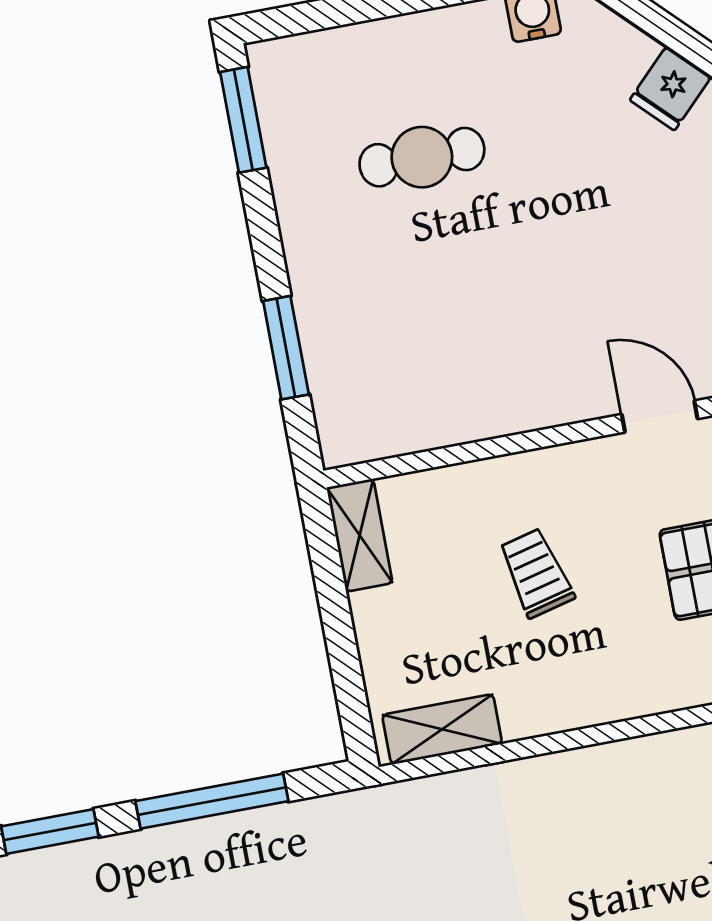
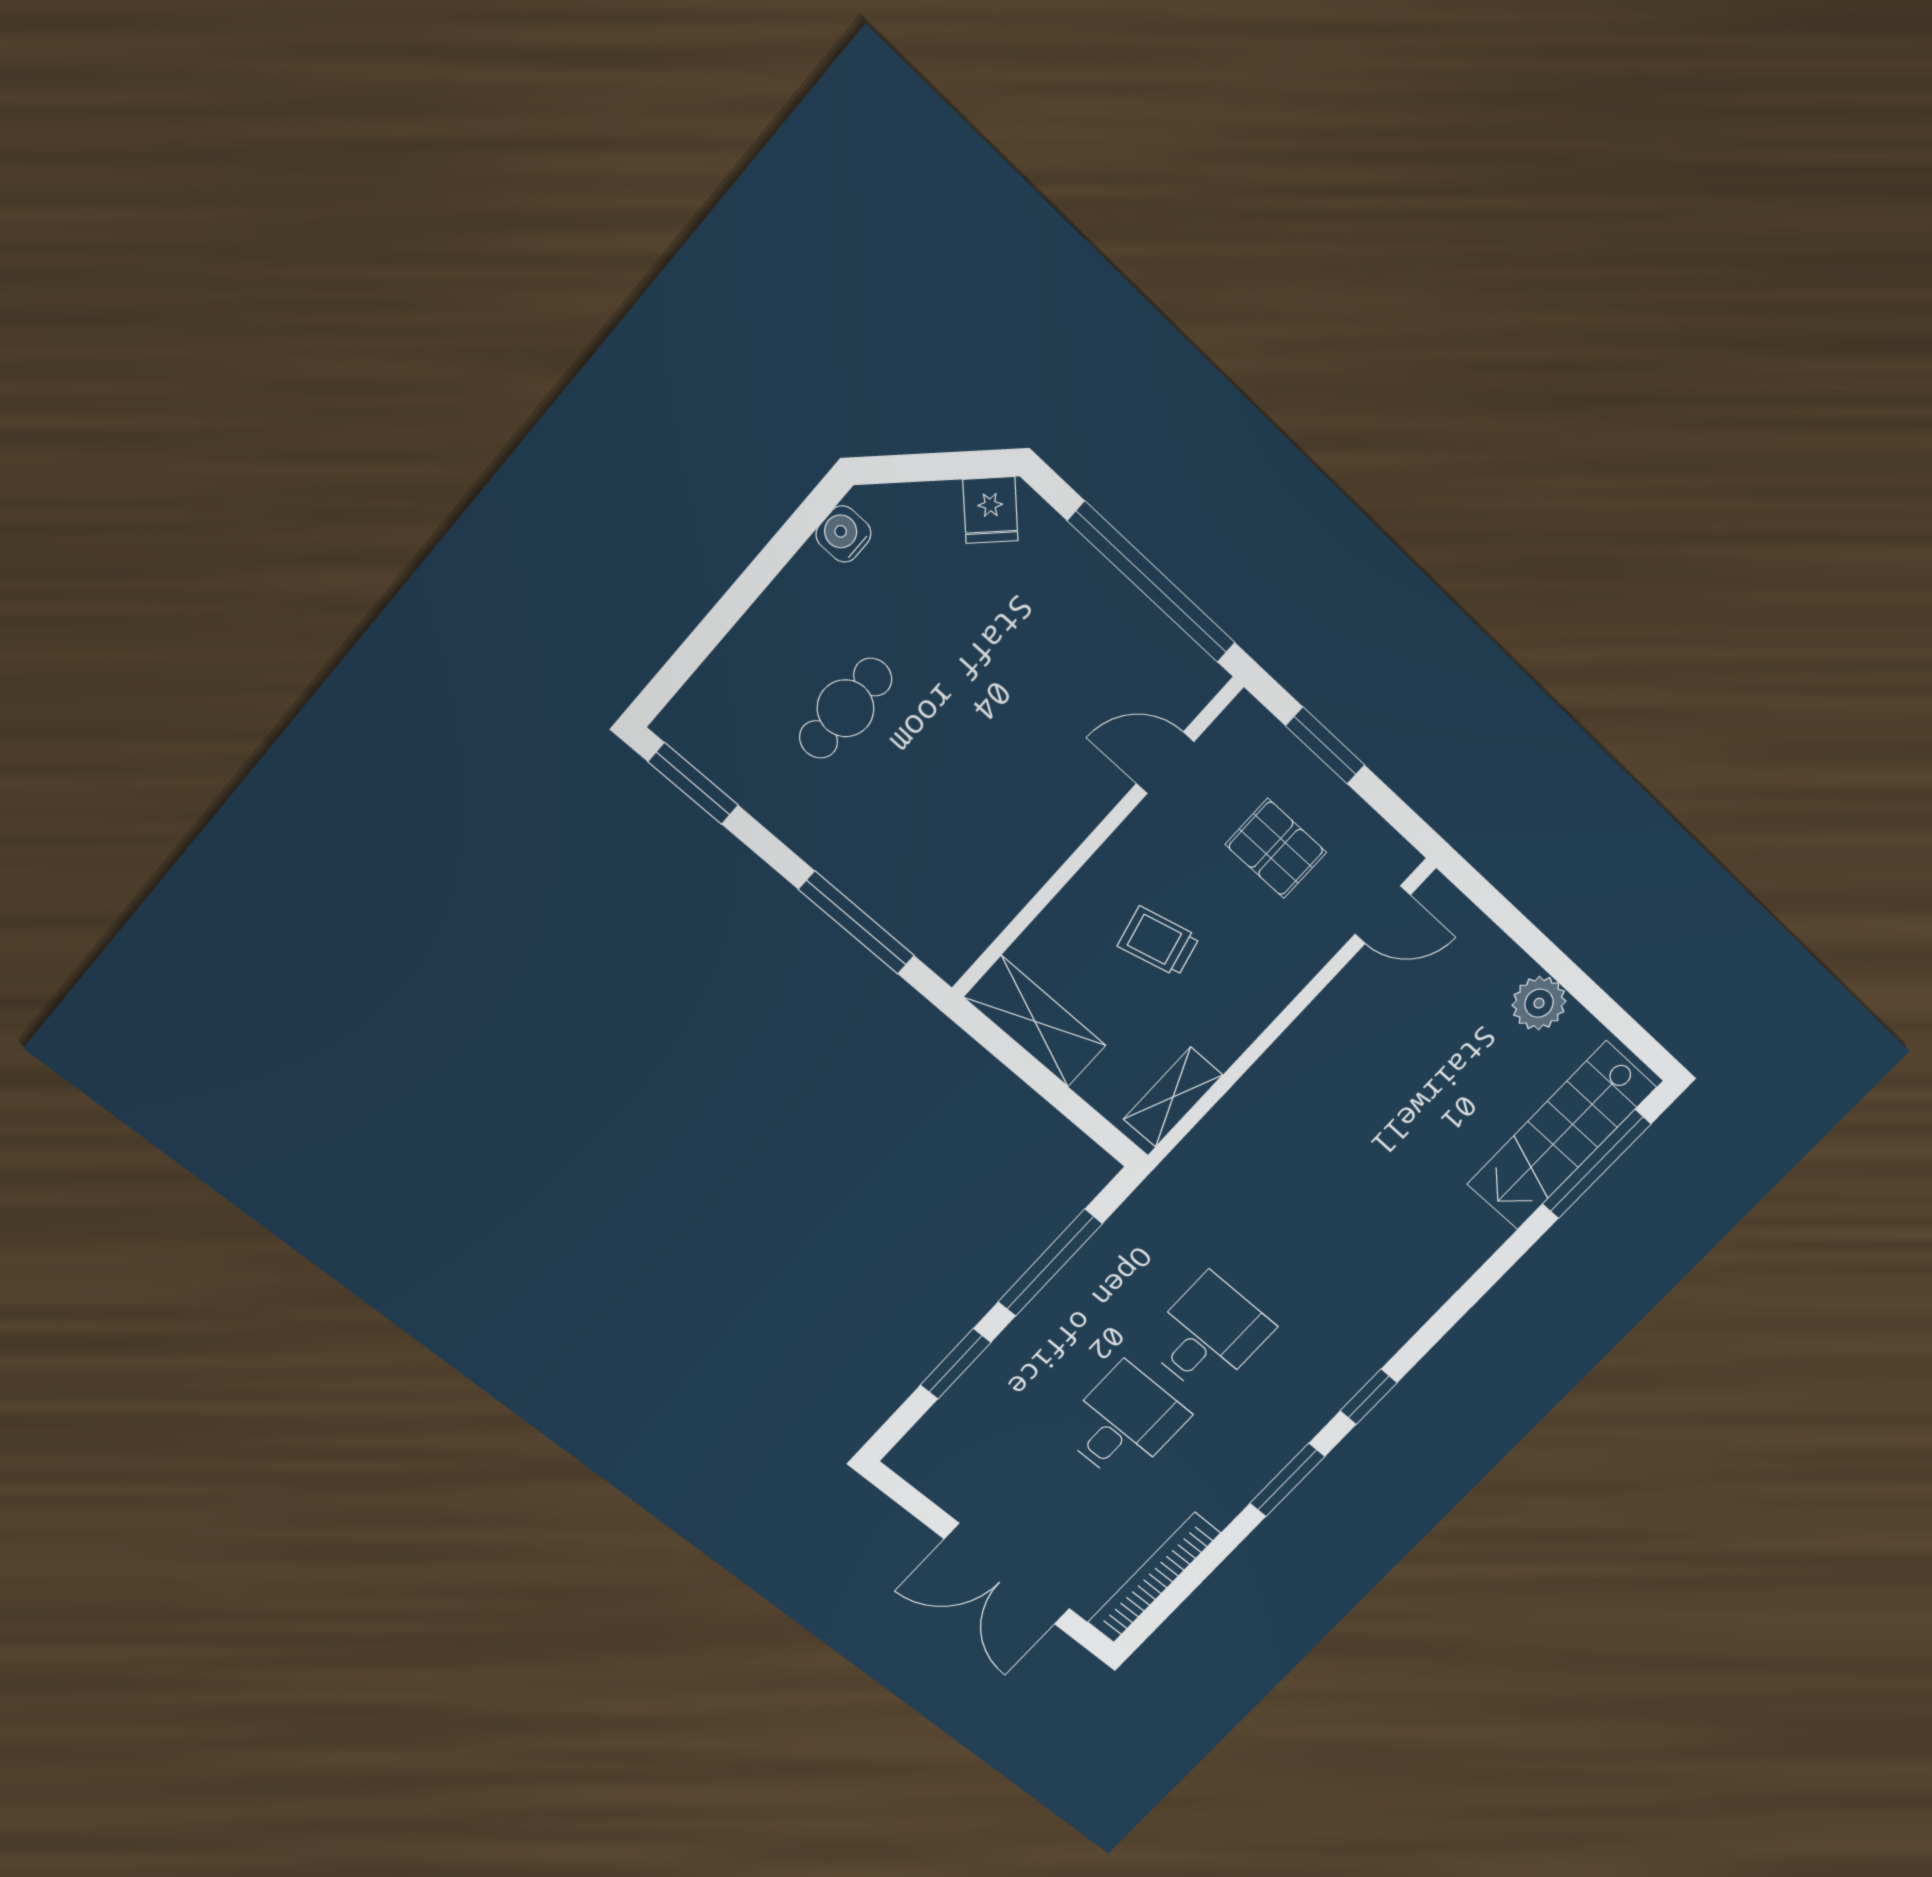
window: (286, 348) -> (857, 923), width x1.44
shelving: (360, 535) -> (1035, 1021), width x1.50, depth x1.33

